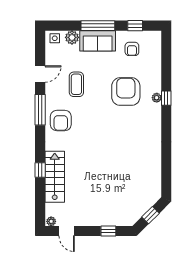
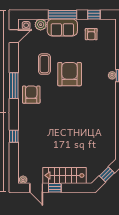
door: (40, 74) -> (14, 36), moved
armchair: (126, 92) -> (70, 74), moved
armchair: (61, 120) -> (31, 95), turned 180
stairs: (55, 177) -> (65, 175), moved, turned -90
window: (108, 231) -> (55, 188), moved

